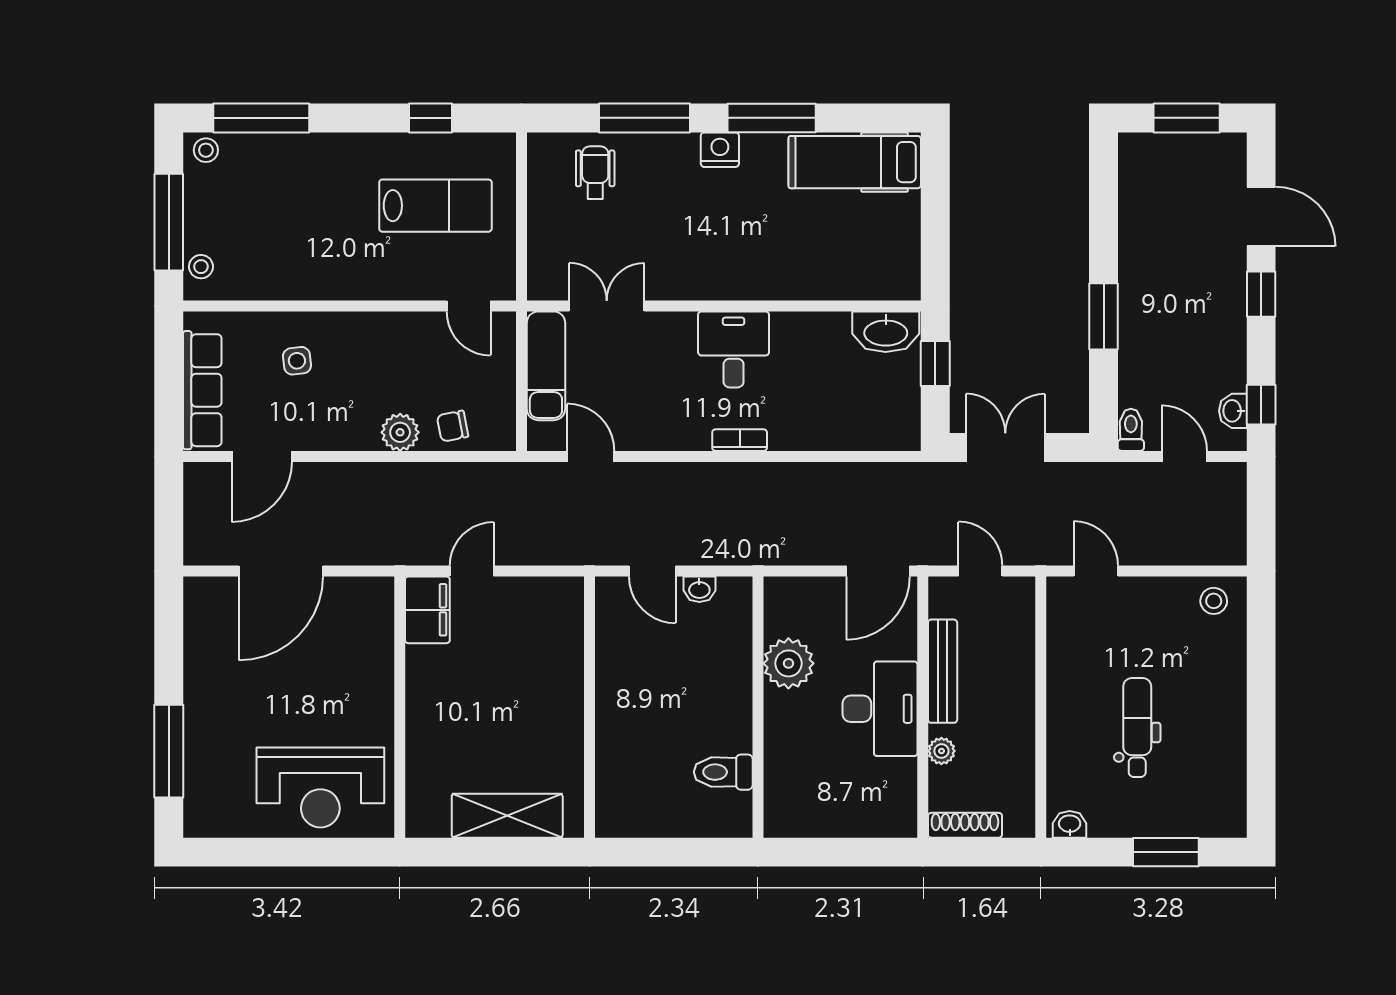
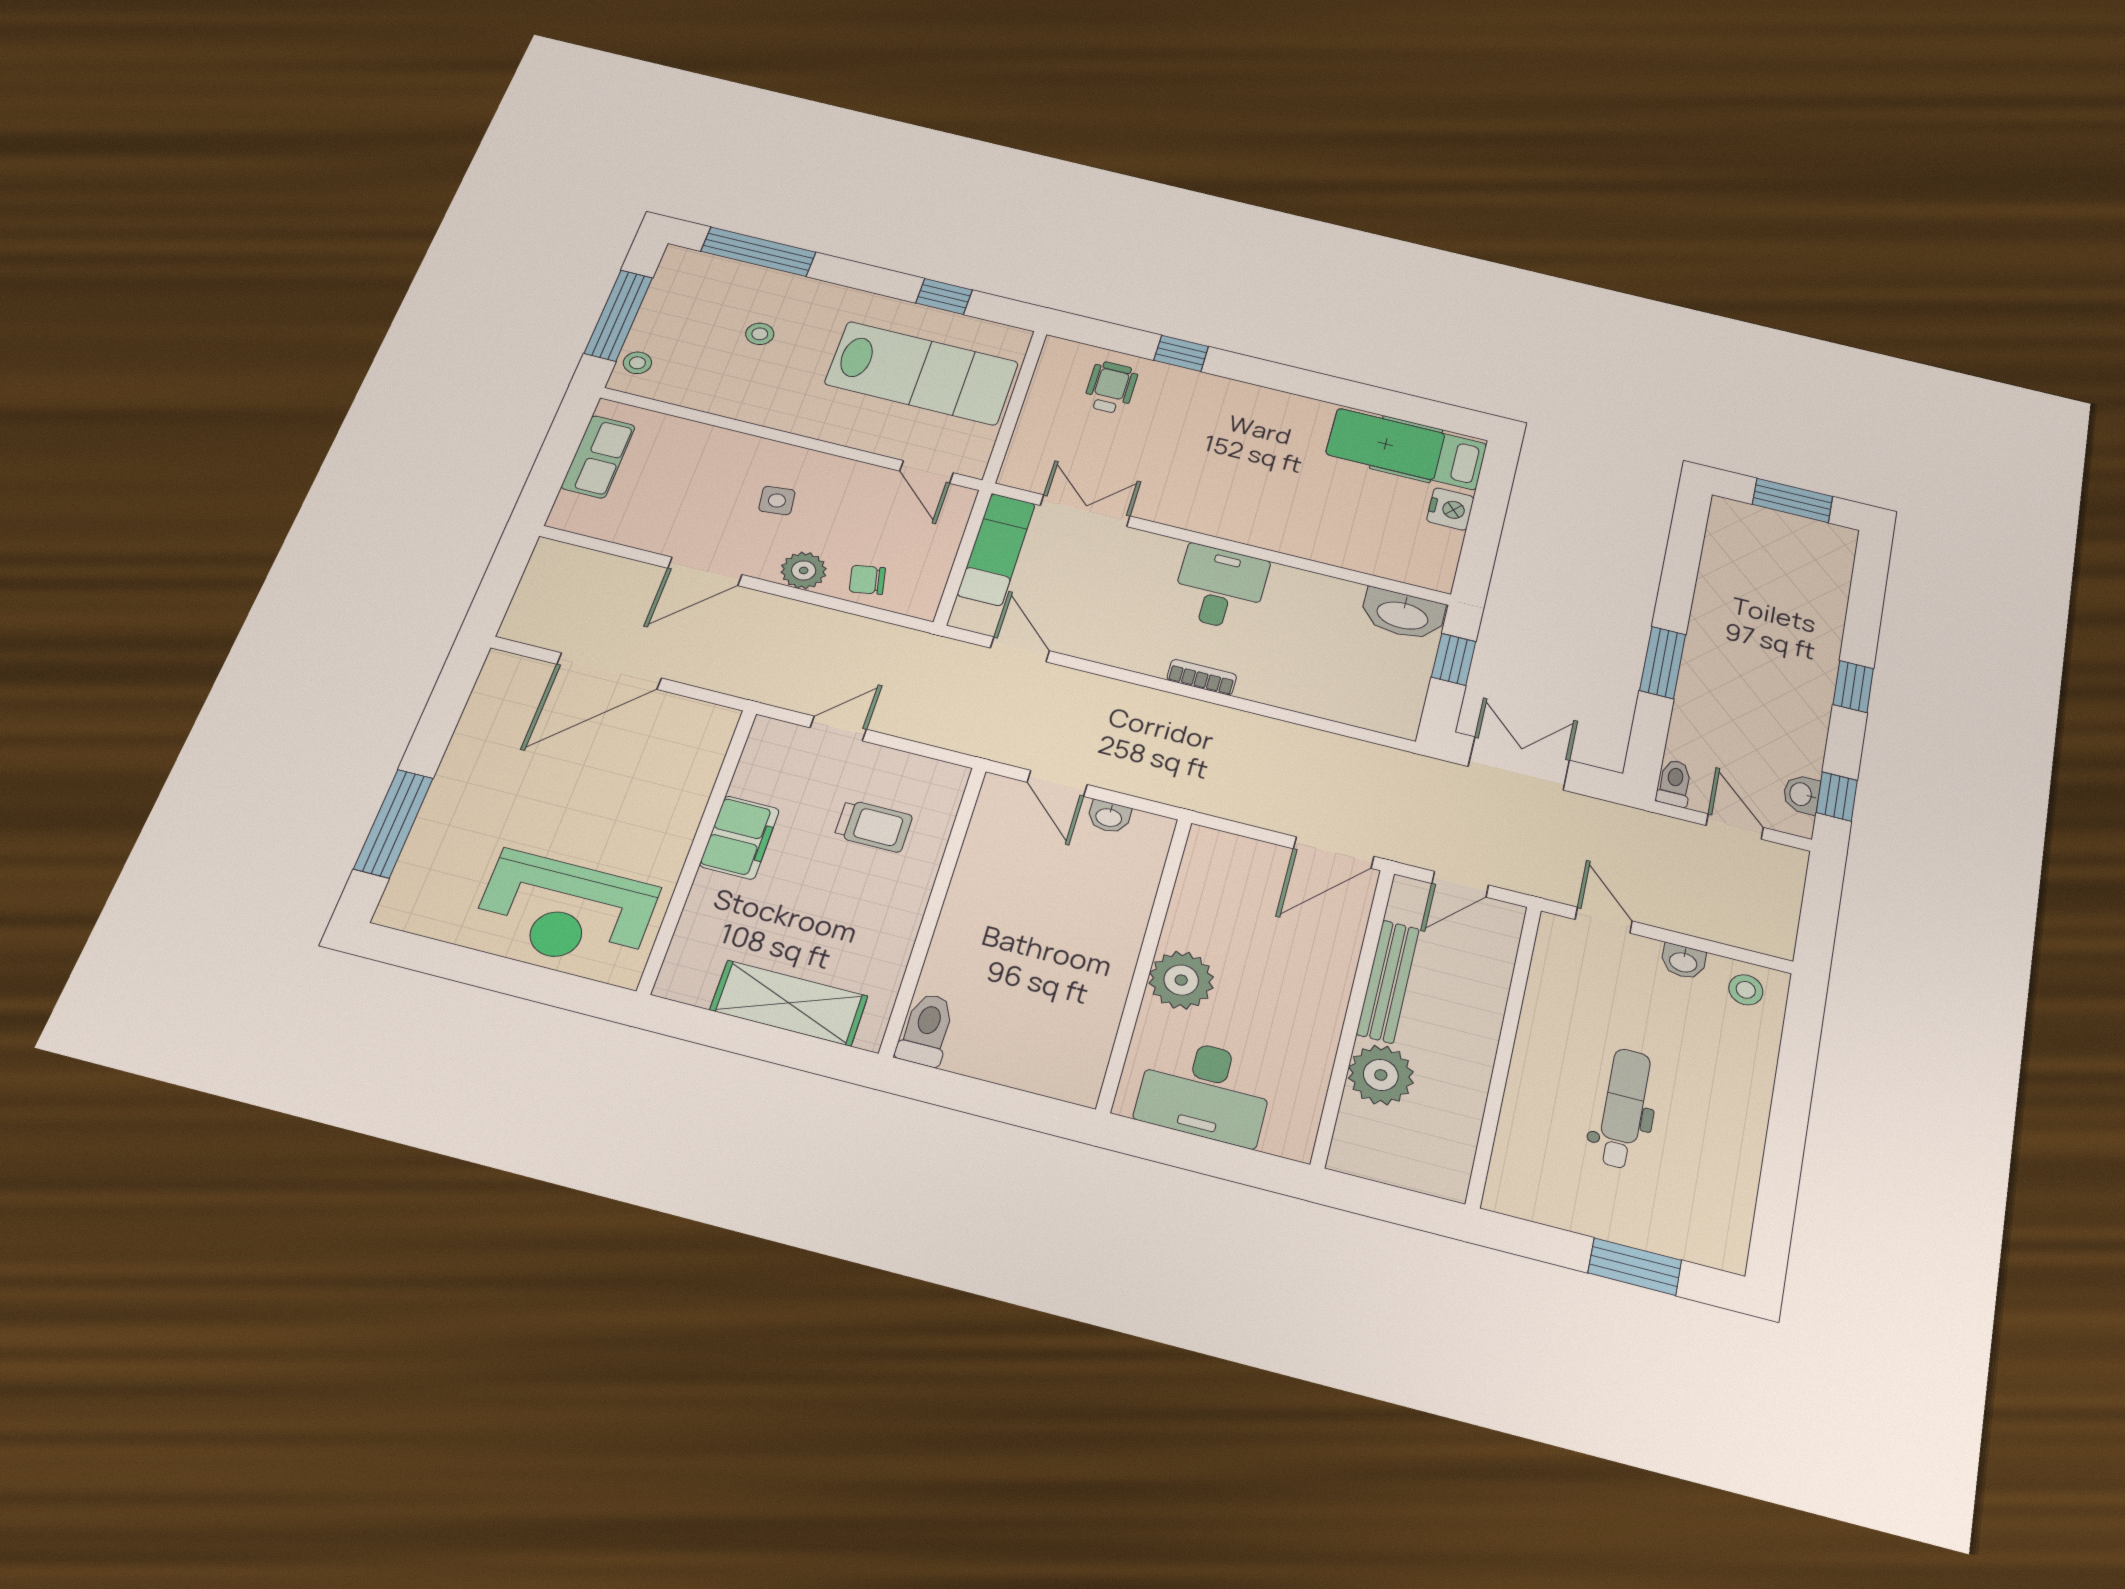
window: (645, 118) -> (1181, 353), width x0.46
window: (772, 118) -> (1323, 388), removed
stool: (206, 150) -> (760, 334), moved
nightstand: (720, 150) -> (1450, 509), moved, turned 90
lab bench: (435, 206) -> (922, 373), width x1.36, depth x1.39
door: (1261, 217) -> (1864, 612), removed
side table: (297, 361) -> (777, 500), moved
row of seats: (202, 390) -> (598, 457), width x0.68
door: (262, 456) -> (705, 571), moved
door: (980, 571) -> (1460, 884), swing flipped
filing cabinet: (427, 610) -> (739, 838), moved
trolley: (524, 649) -> (874, 826), added
plant: (788, 663) -> (1181, 980), moved
desk: (880, 709) -> (1205, 1091), moved, turned 90
plant: (941, 751) -> (1381, 1075), width x1.88, depth x1.88
toilet: (723, 772) -> (926, 1029), moved, turned 90
washbasin: (1070, 824) -> (1683, 962), moved, turned 180
shoe rack: (965, 825) -> (1376, 1166), removed

